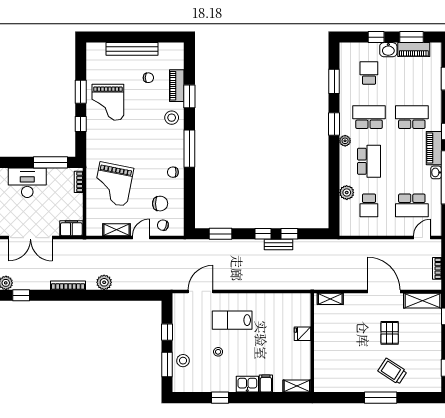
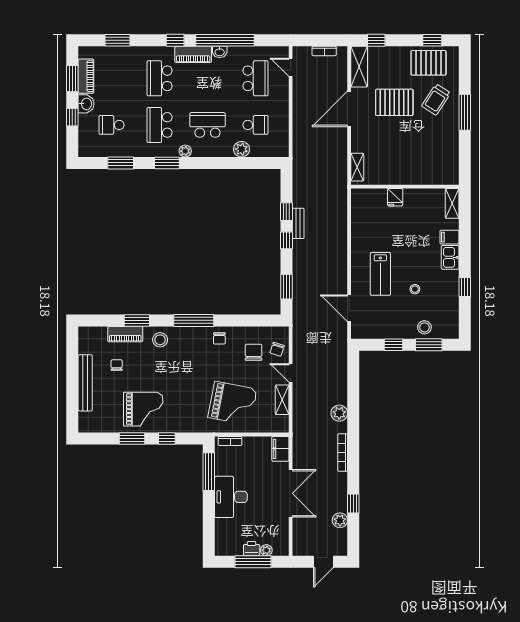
pallet: (390, 333) -> (394, 102), width x1.50, depth x1.42
pallet: (426, 364) -> (429, 63), added

